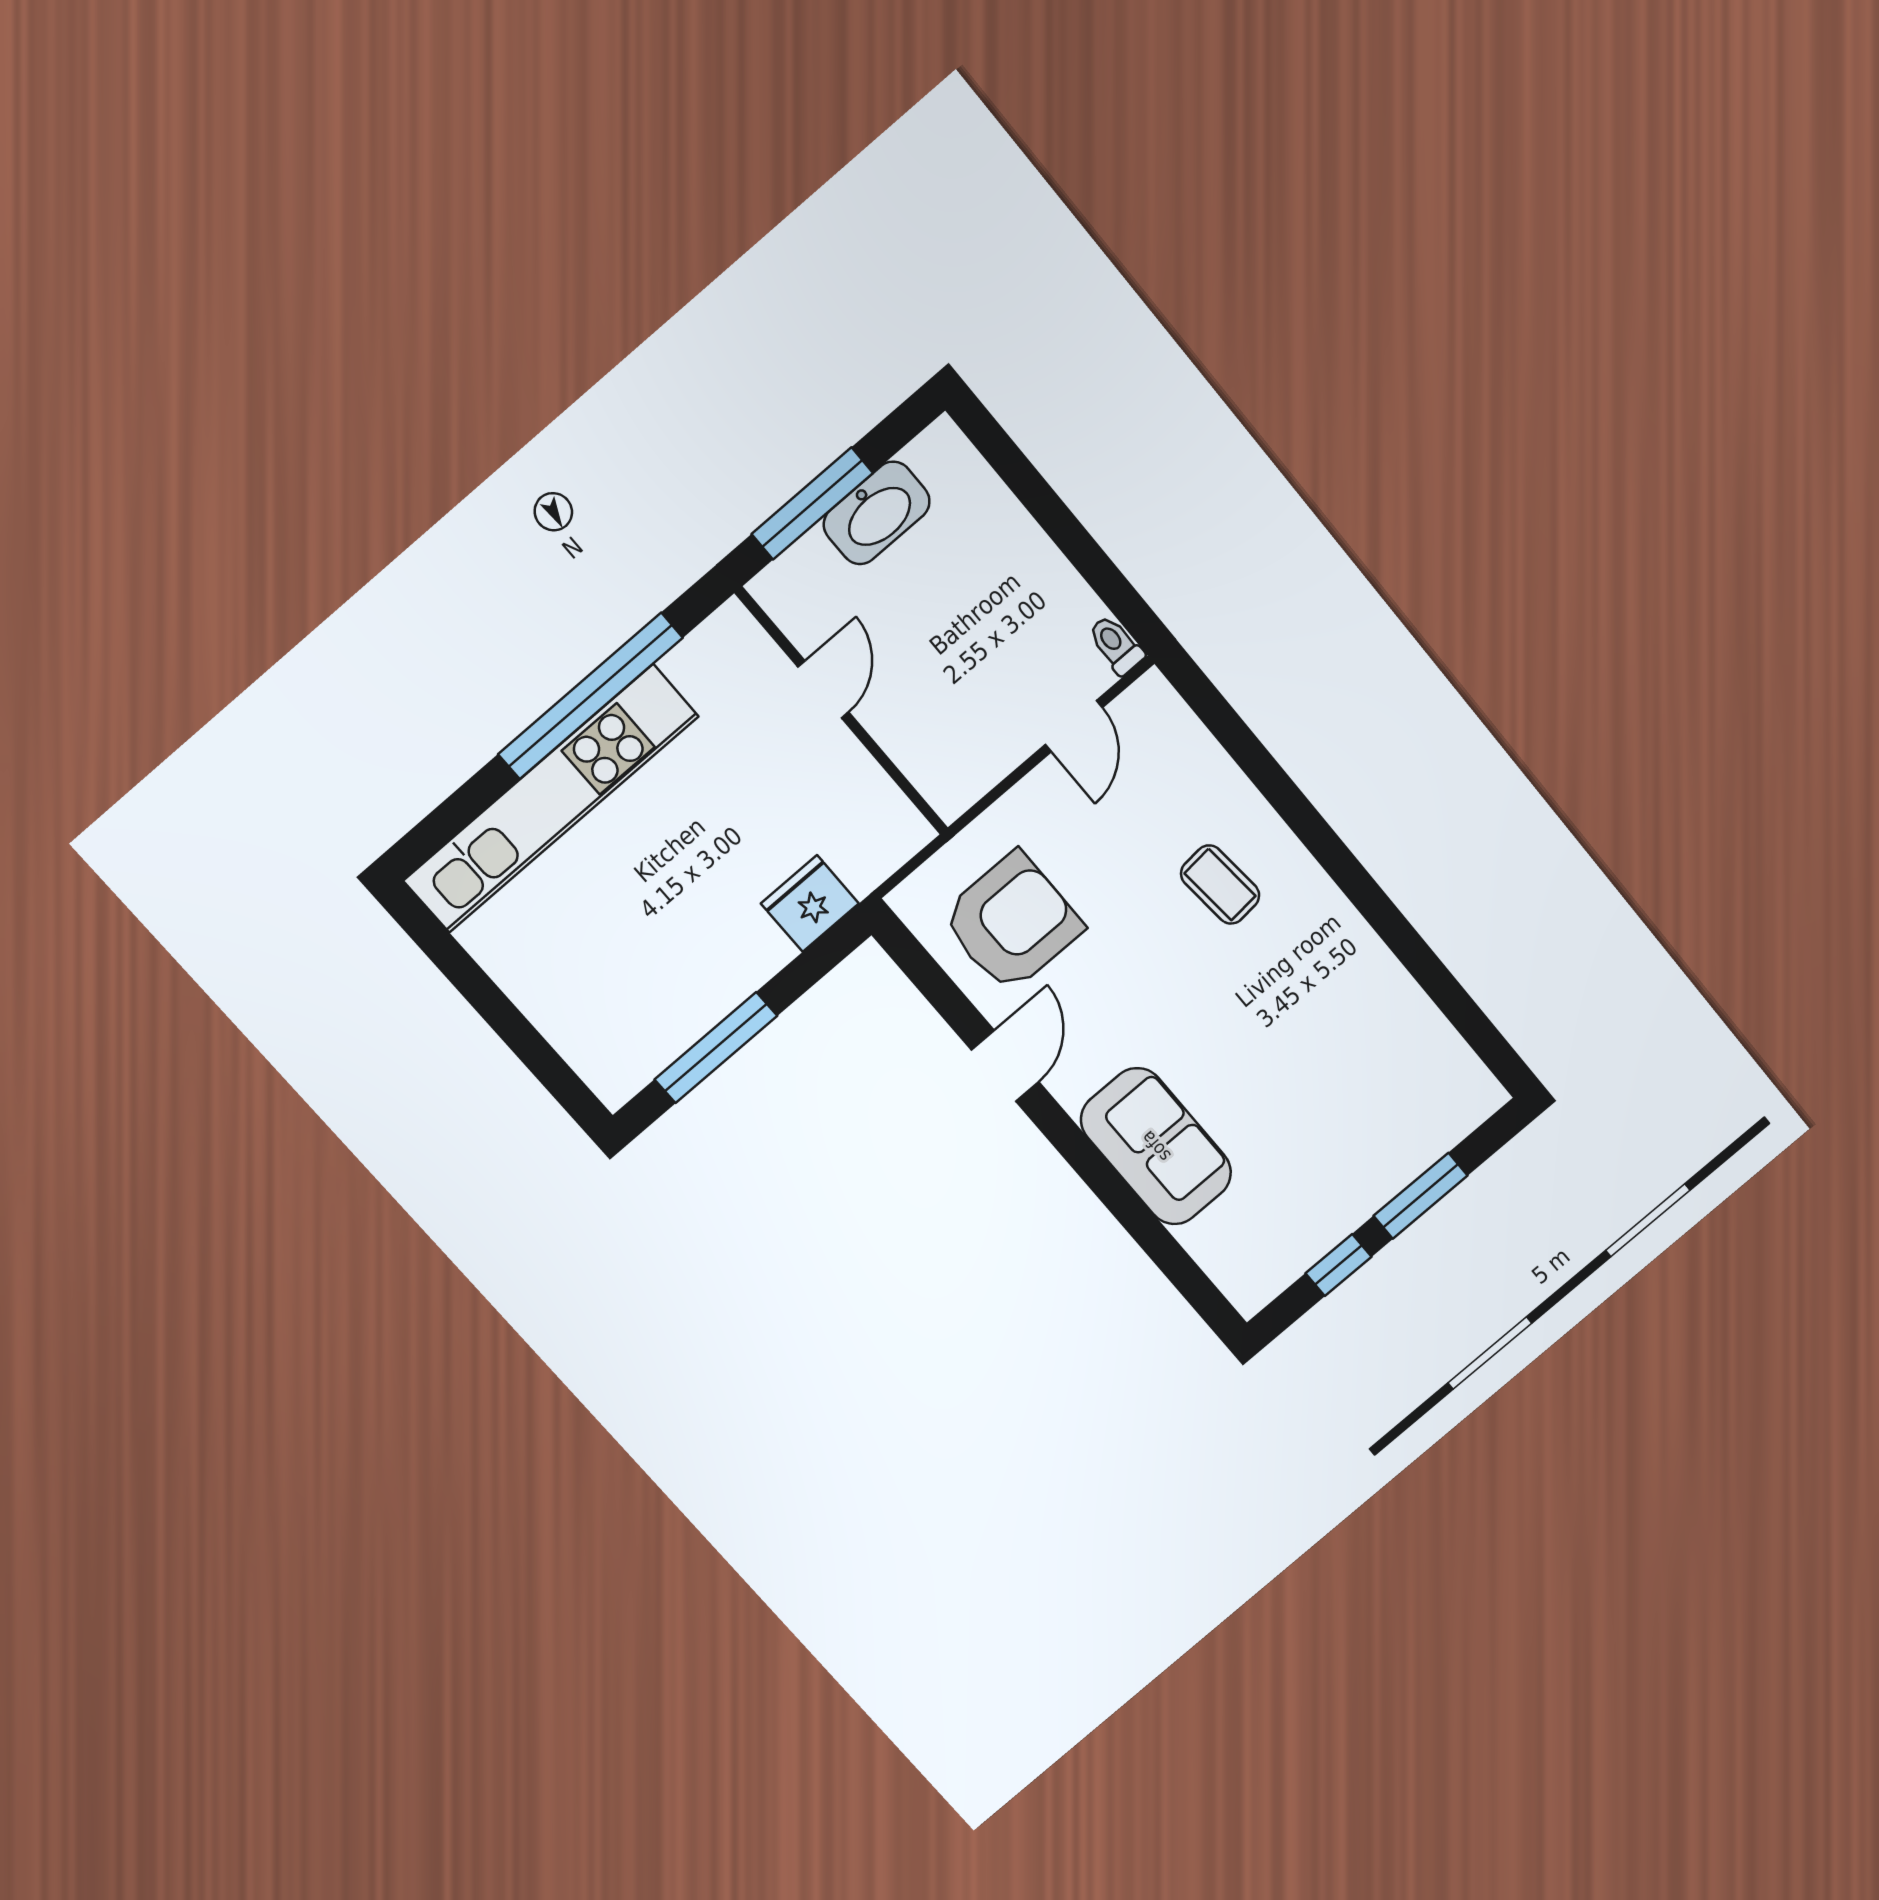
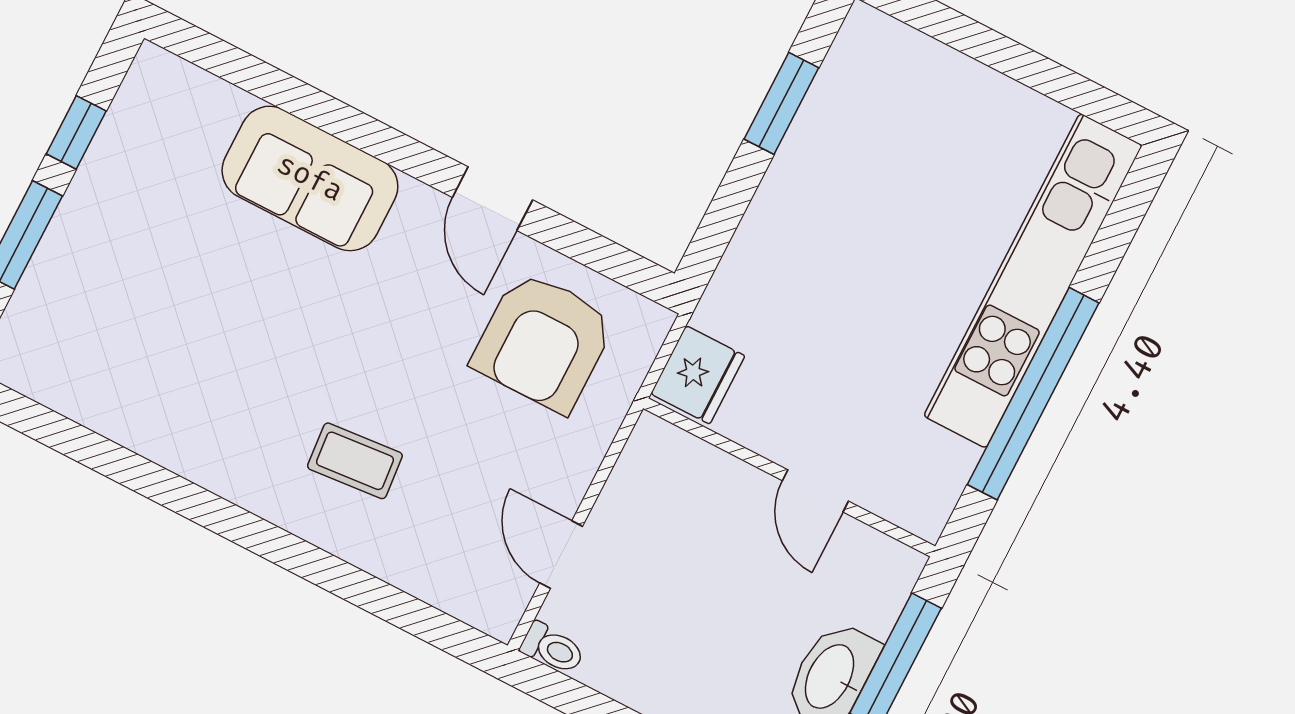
fridge: (810, 903) -> (698, 375), moved
window: (716, 1048) -> (781, 103), width x0.69

